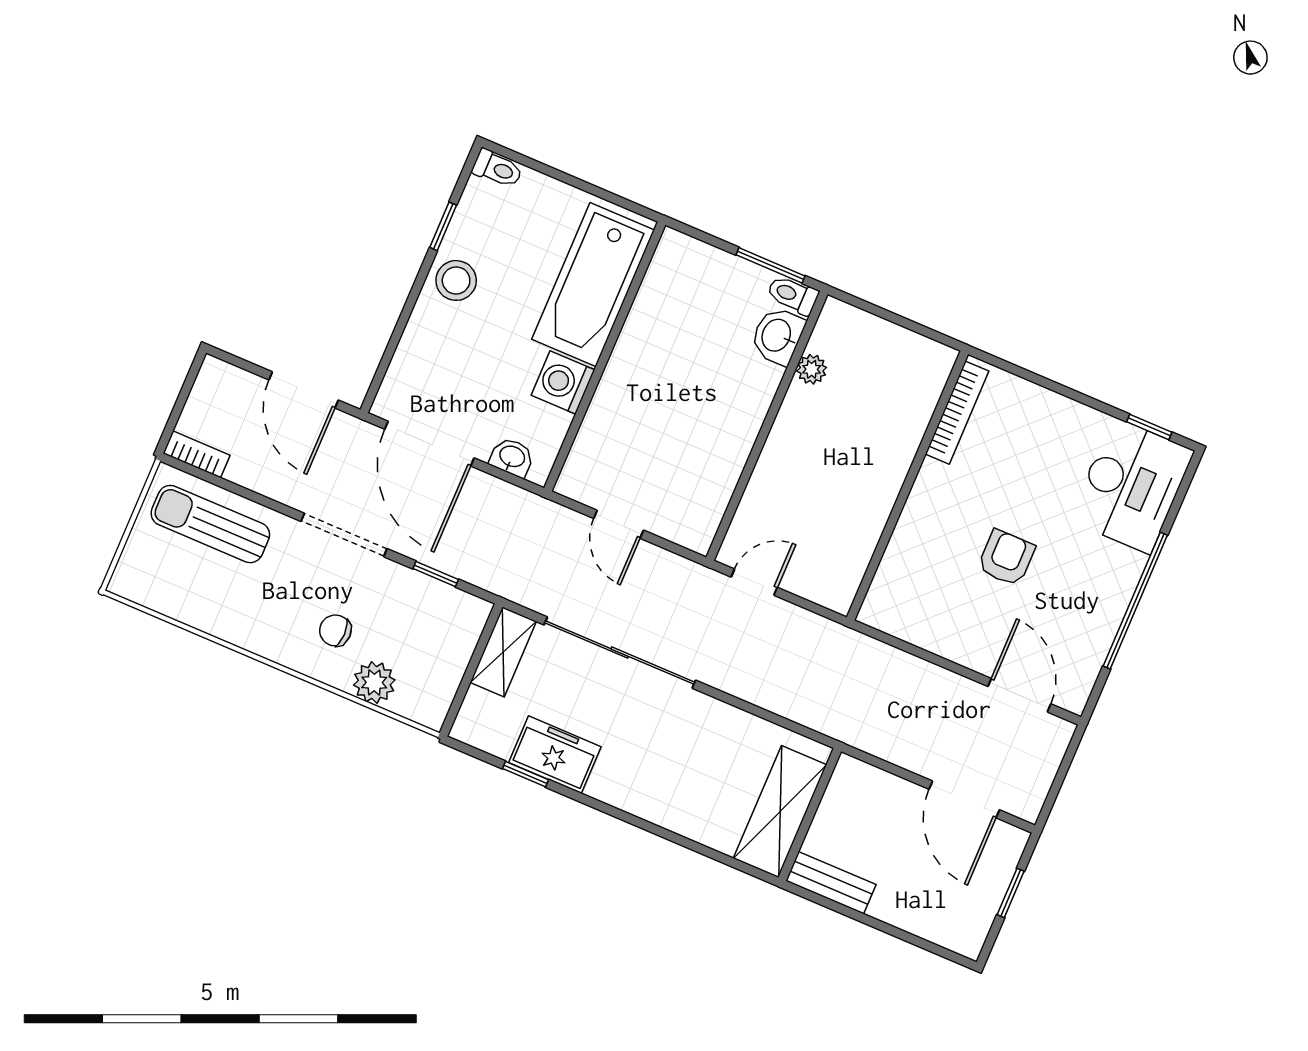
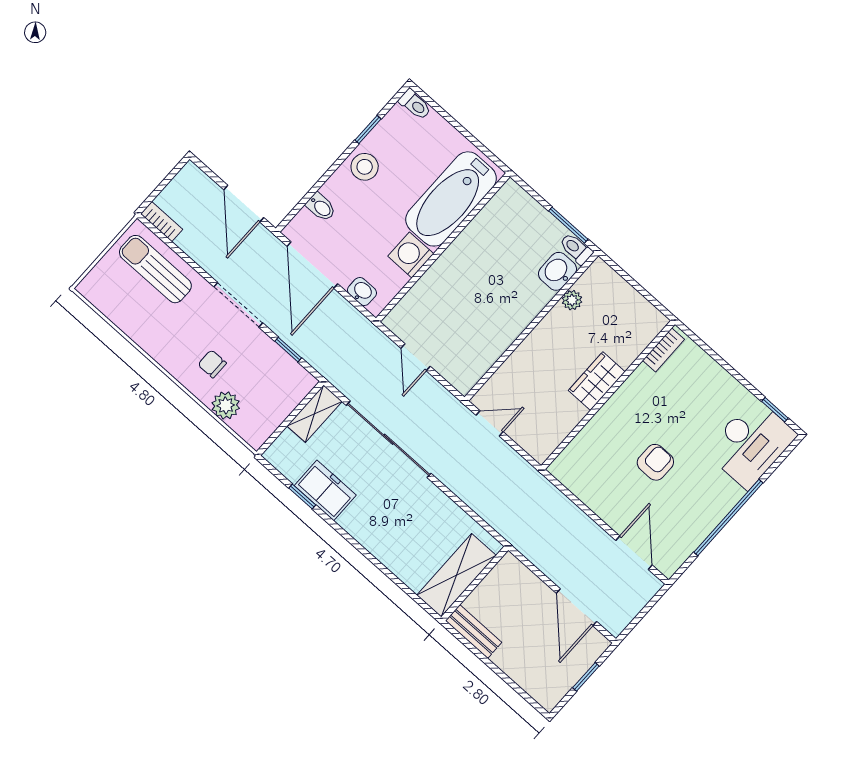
bidet: (414, 358) -> (321, 207), added
bookcase: (957, 413) -> (664, 350), width x0.64
wardrobe: (885, 471) -> (597, 381), added

